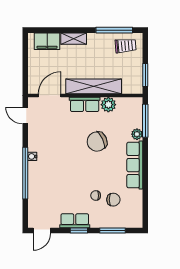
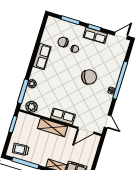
shelving: (94, 86) -> (52, 127), width x0.68
plant: (108, 105) -> (32, 107), moved
chair: (97, 142) -> (89, 77), moved
row of seats: (135, 165) -> (42, 57), width x0.68

